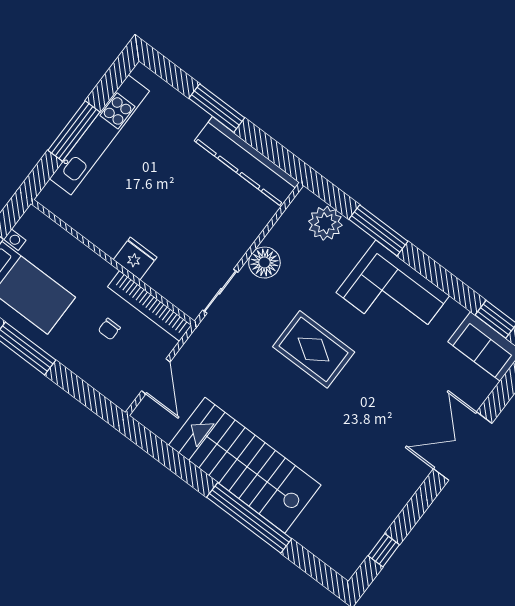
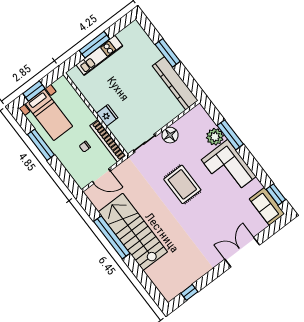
kitchen unit: (99, 135) -> (99, 55), width x0.73
plant: (325, 223) -> (215, 137), moved
door: (156, 376) -> (101, 176), hinge flipped
window: (249, 518) -> (112, 237), moved

